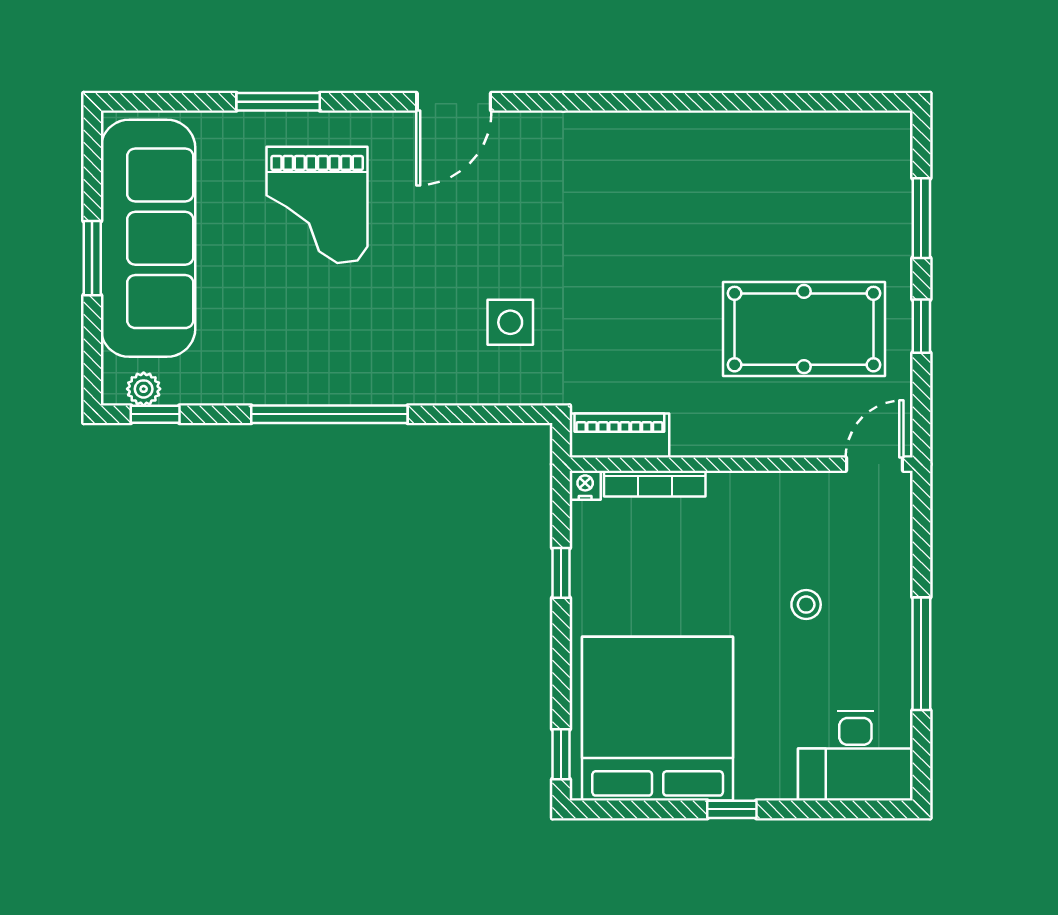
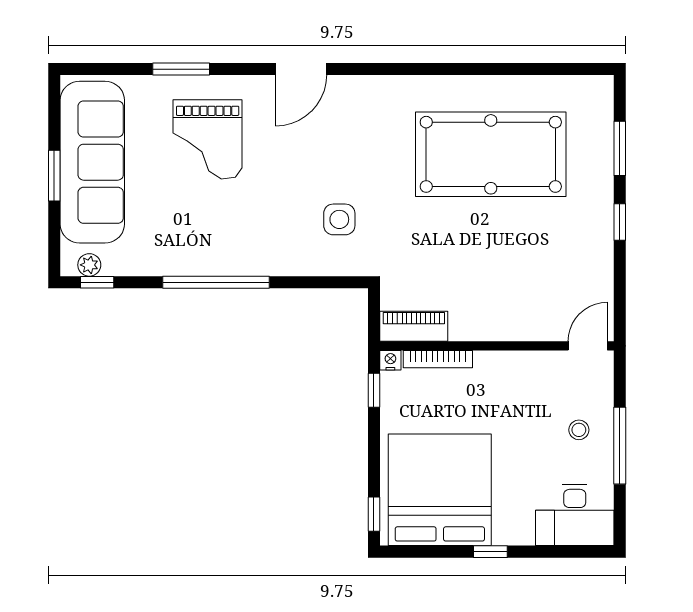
pool table: (804, 329) -> (491, 154), moved, width x1.36, depth x1.32
piano: (619, 435) -> (414, 326), moved
wall: (741, 464) -> (497, 346), moved
door: (875, 464) -> (588, 346), moved
bookcase: (655, 484) -> (438, 359), moved
nightstand: (585, 485) -> (390, 360), moved
stool: (806, 605) -> (579, 430), moved

